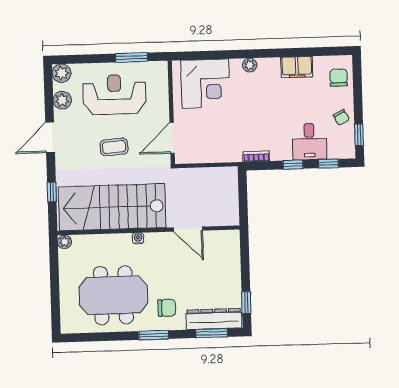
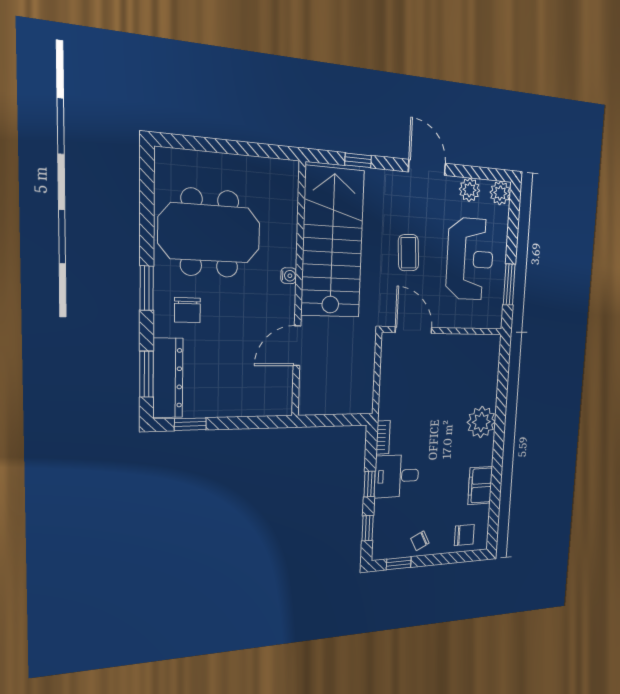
plant: (250, 65) -> (481, 422), width x1.88, depth x1.88
corner desk: (205, 84) -> (472, 375), removed
desk: (309, 142) -> (397, 476), moved
plant: (64, 242) -> (290, 170), removed
meeting table: (113, 295) -> (210, 233), turned 90

